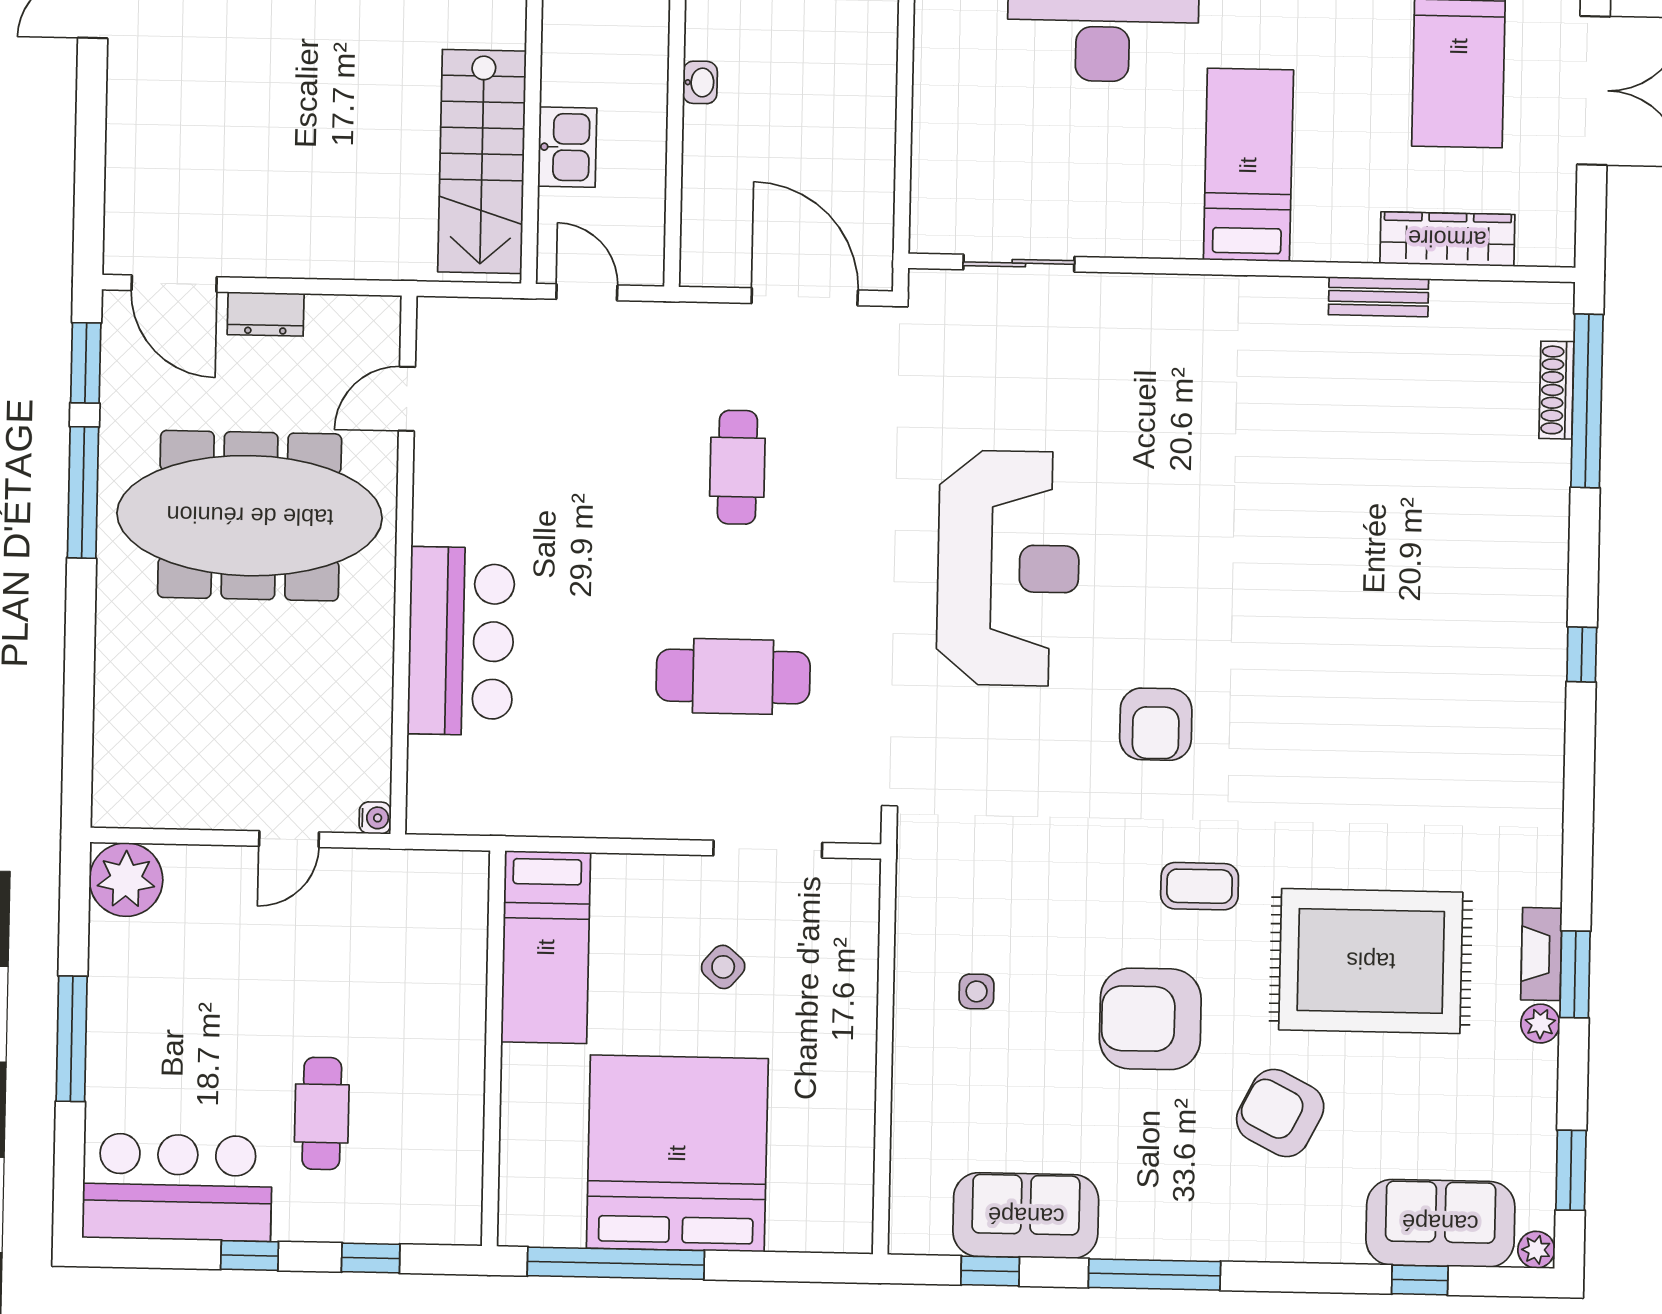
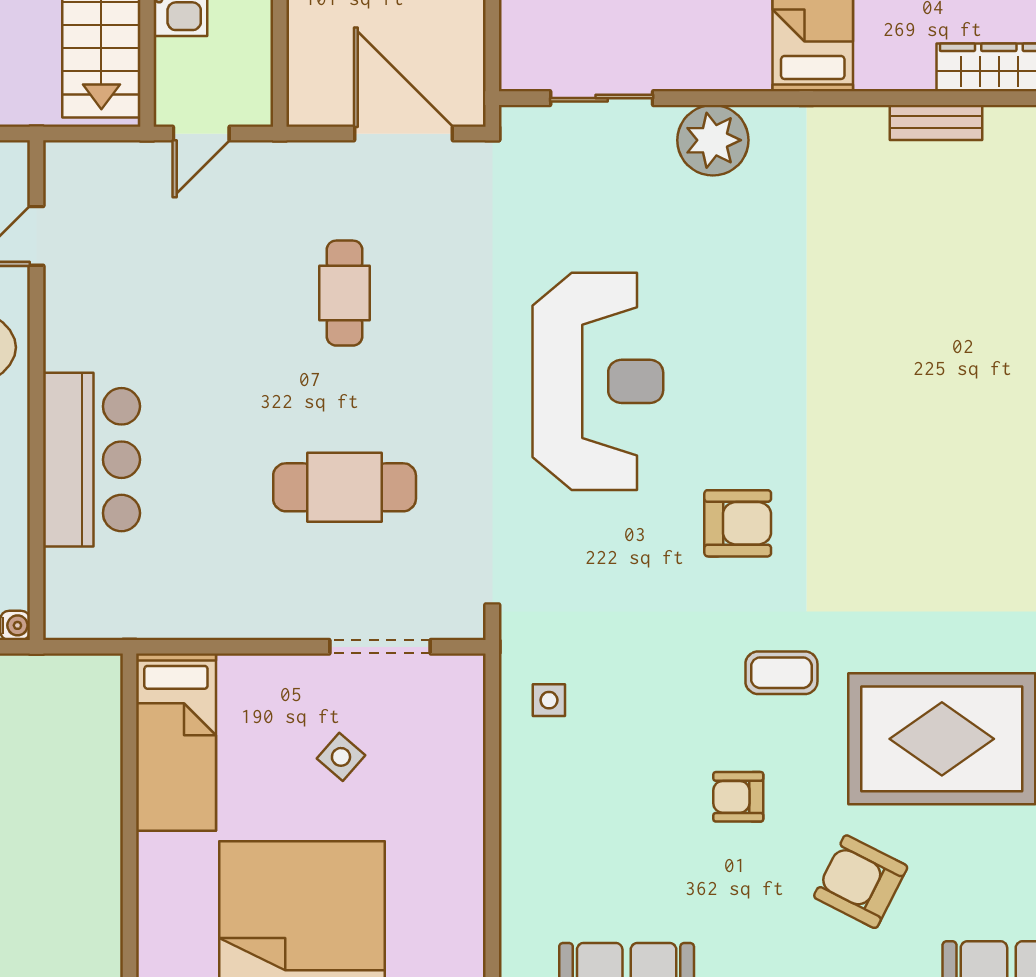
door: (587, 292) -> (201, 134), swing flipped
plant: (1138, 311) -> (713, 140), added
armchair: (1156, 724) -> (738, 523), turned -90
side table: (977, 991) -> (549, 700), moved
armchair: (1150, 1019) -> (738, 797), width x0.53, depth x0.53

